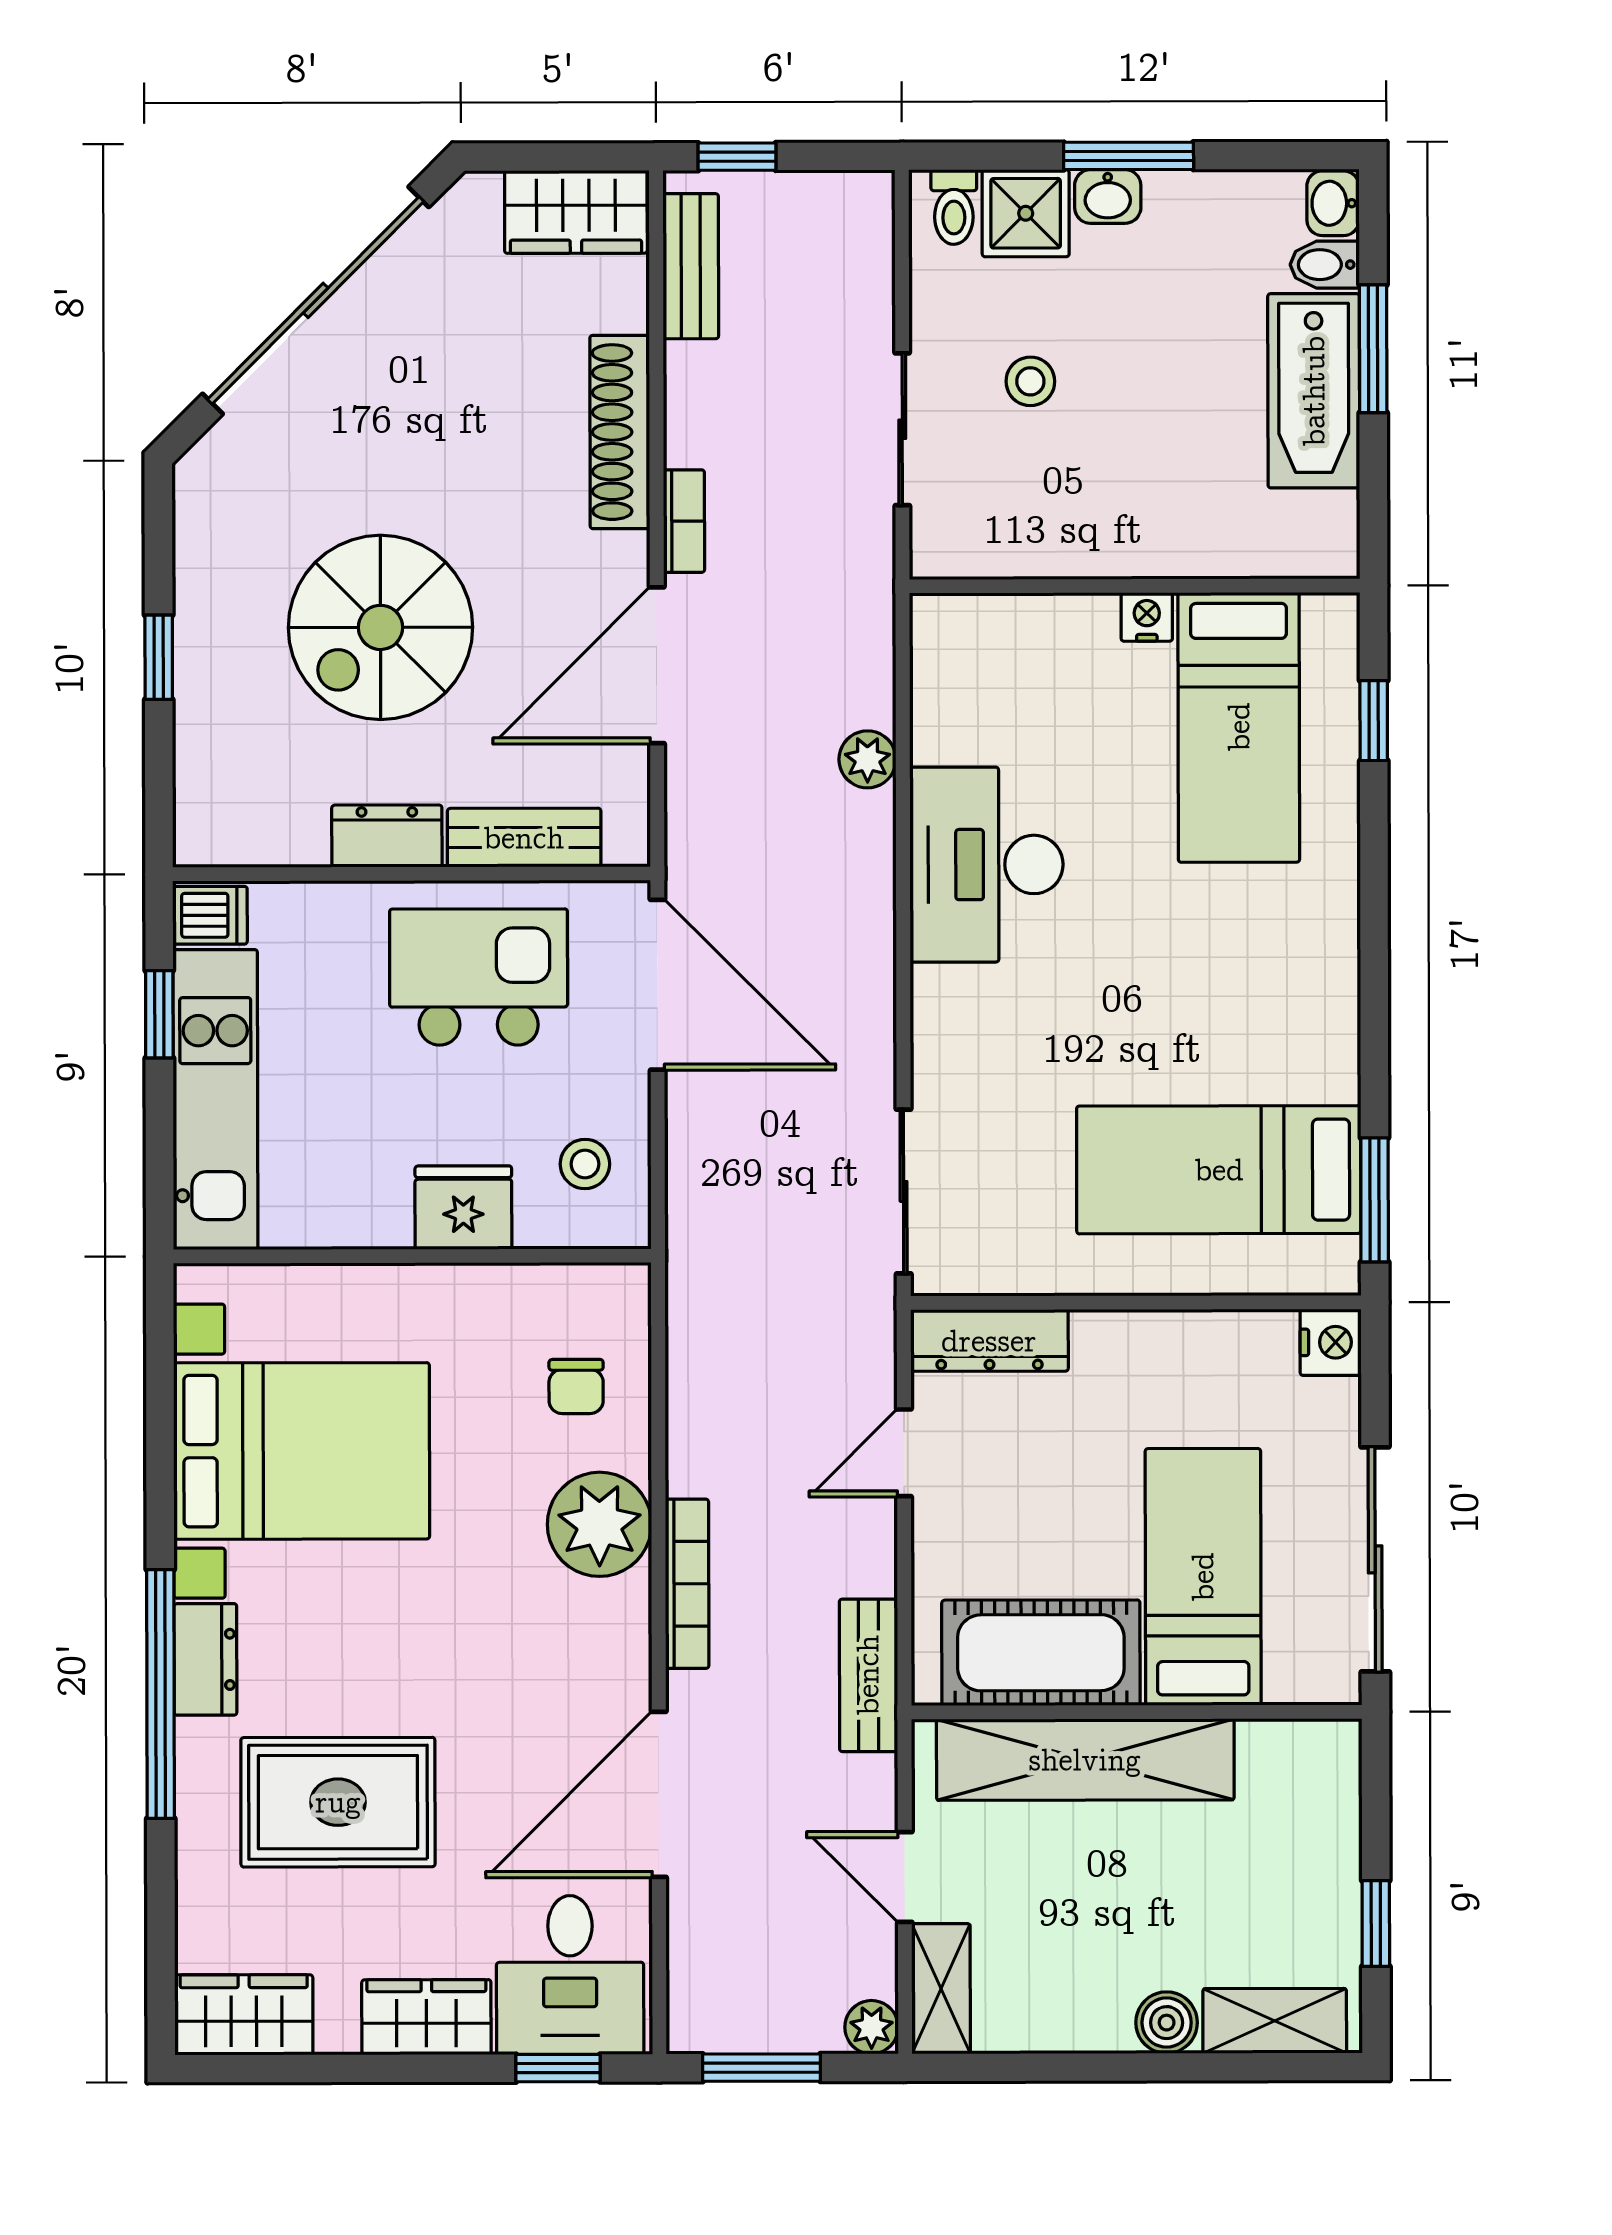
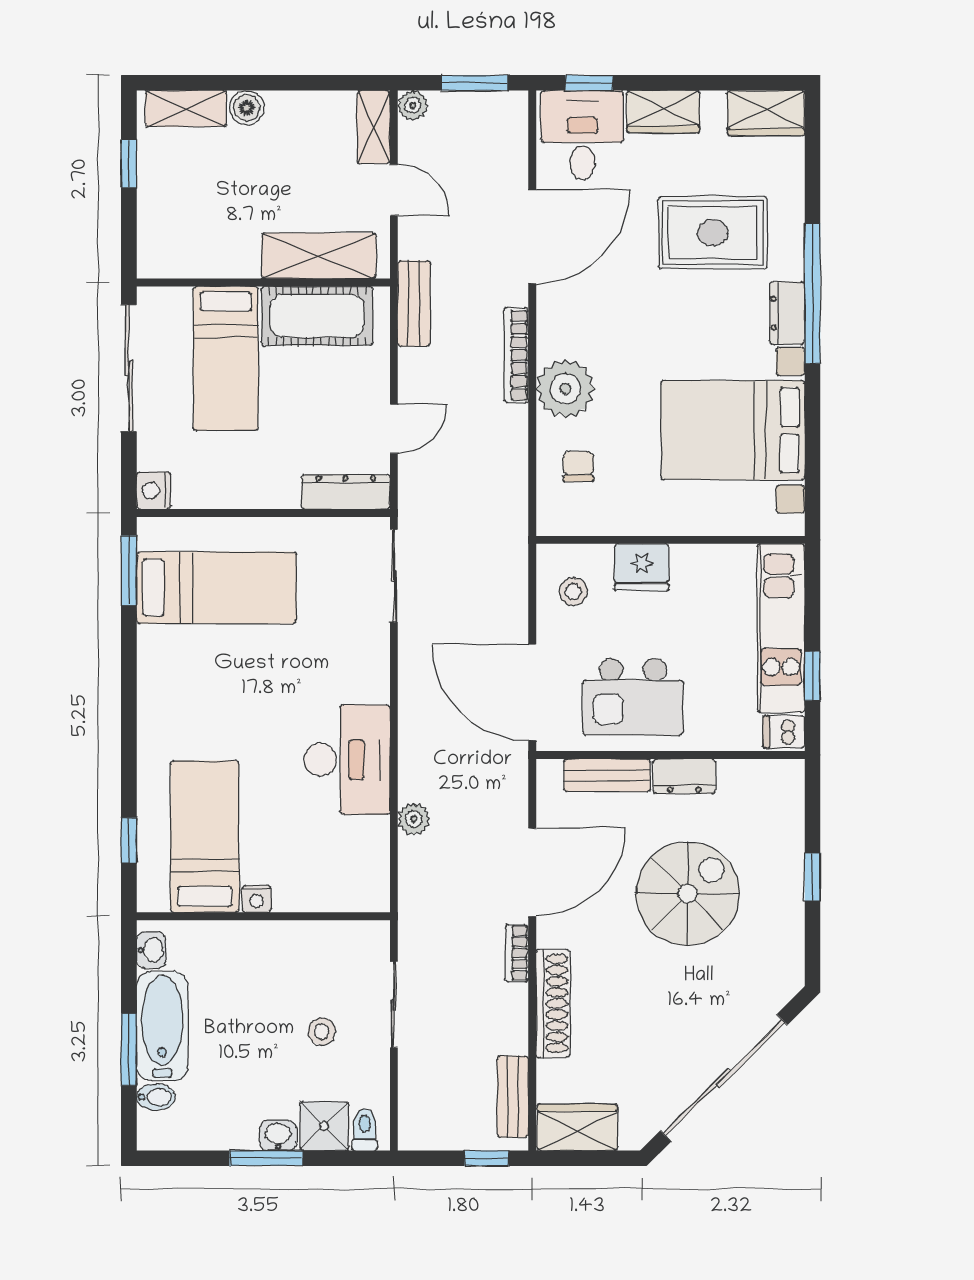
washbasin: (1333, 203) -> (151, 950), moved
shelving: (1085, 1760) -> (319, 256), width x0.68

